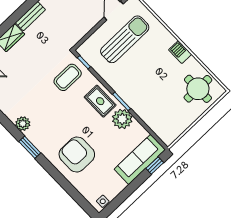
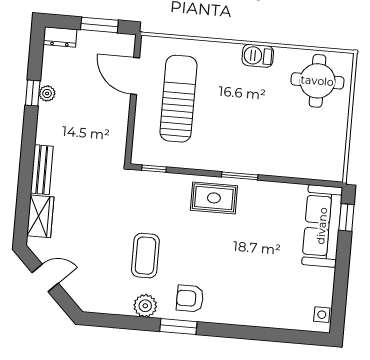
coffee table: (68, 77) -> (145, 256), moved
plant: (122, 119) -> (259, 196), removed
armchair: (77, 154) -> (190, 298), moved, width x0.53, depth x0.53

